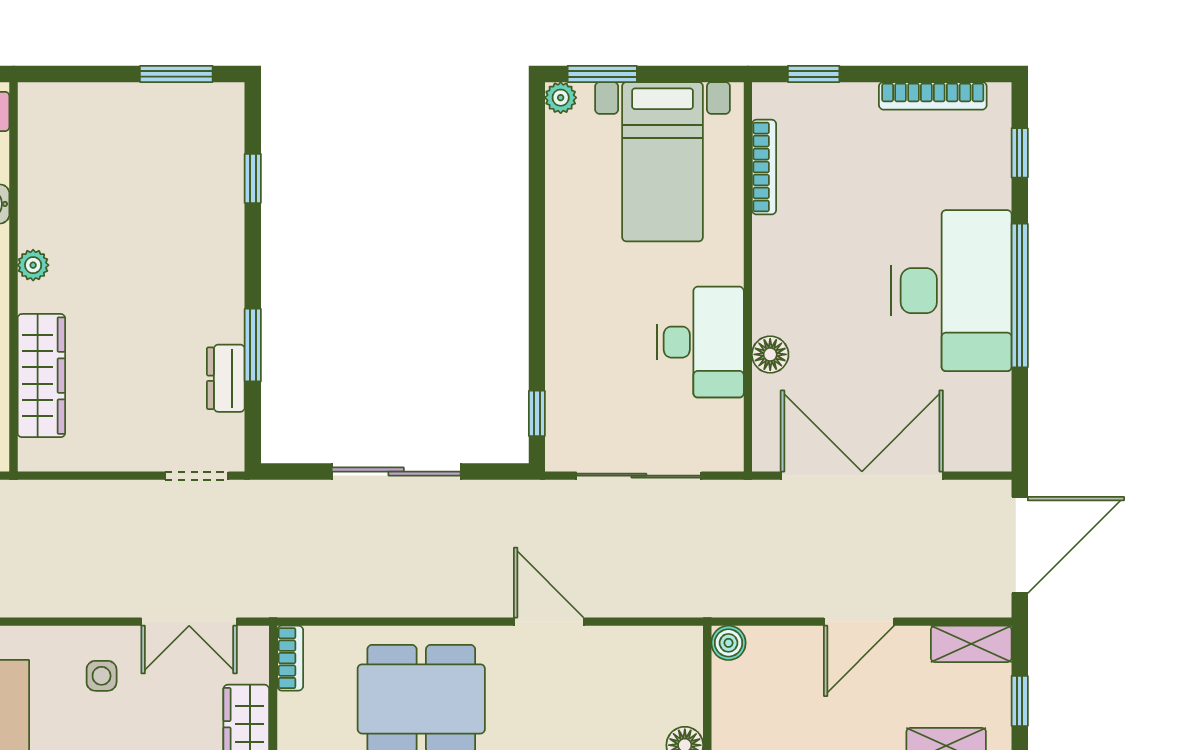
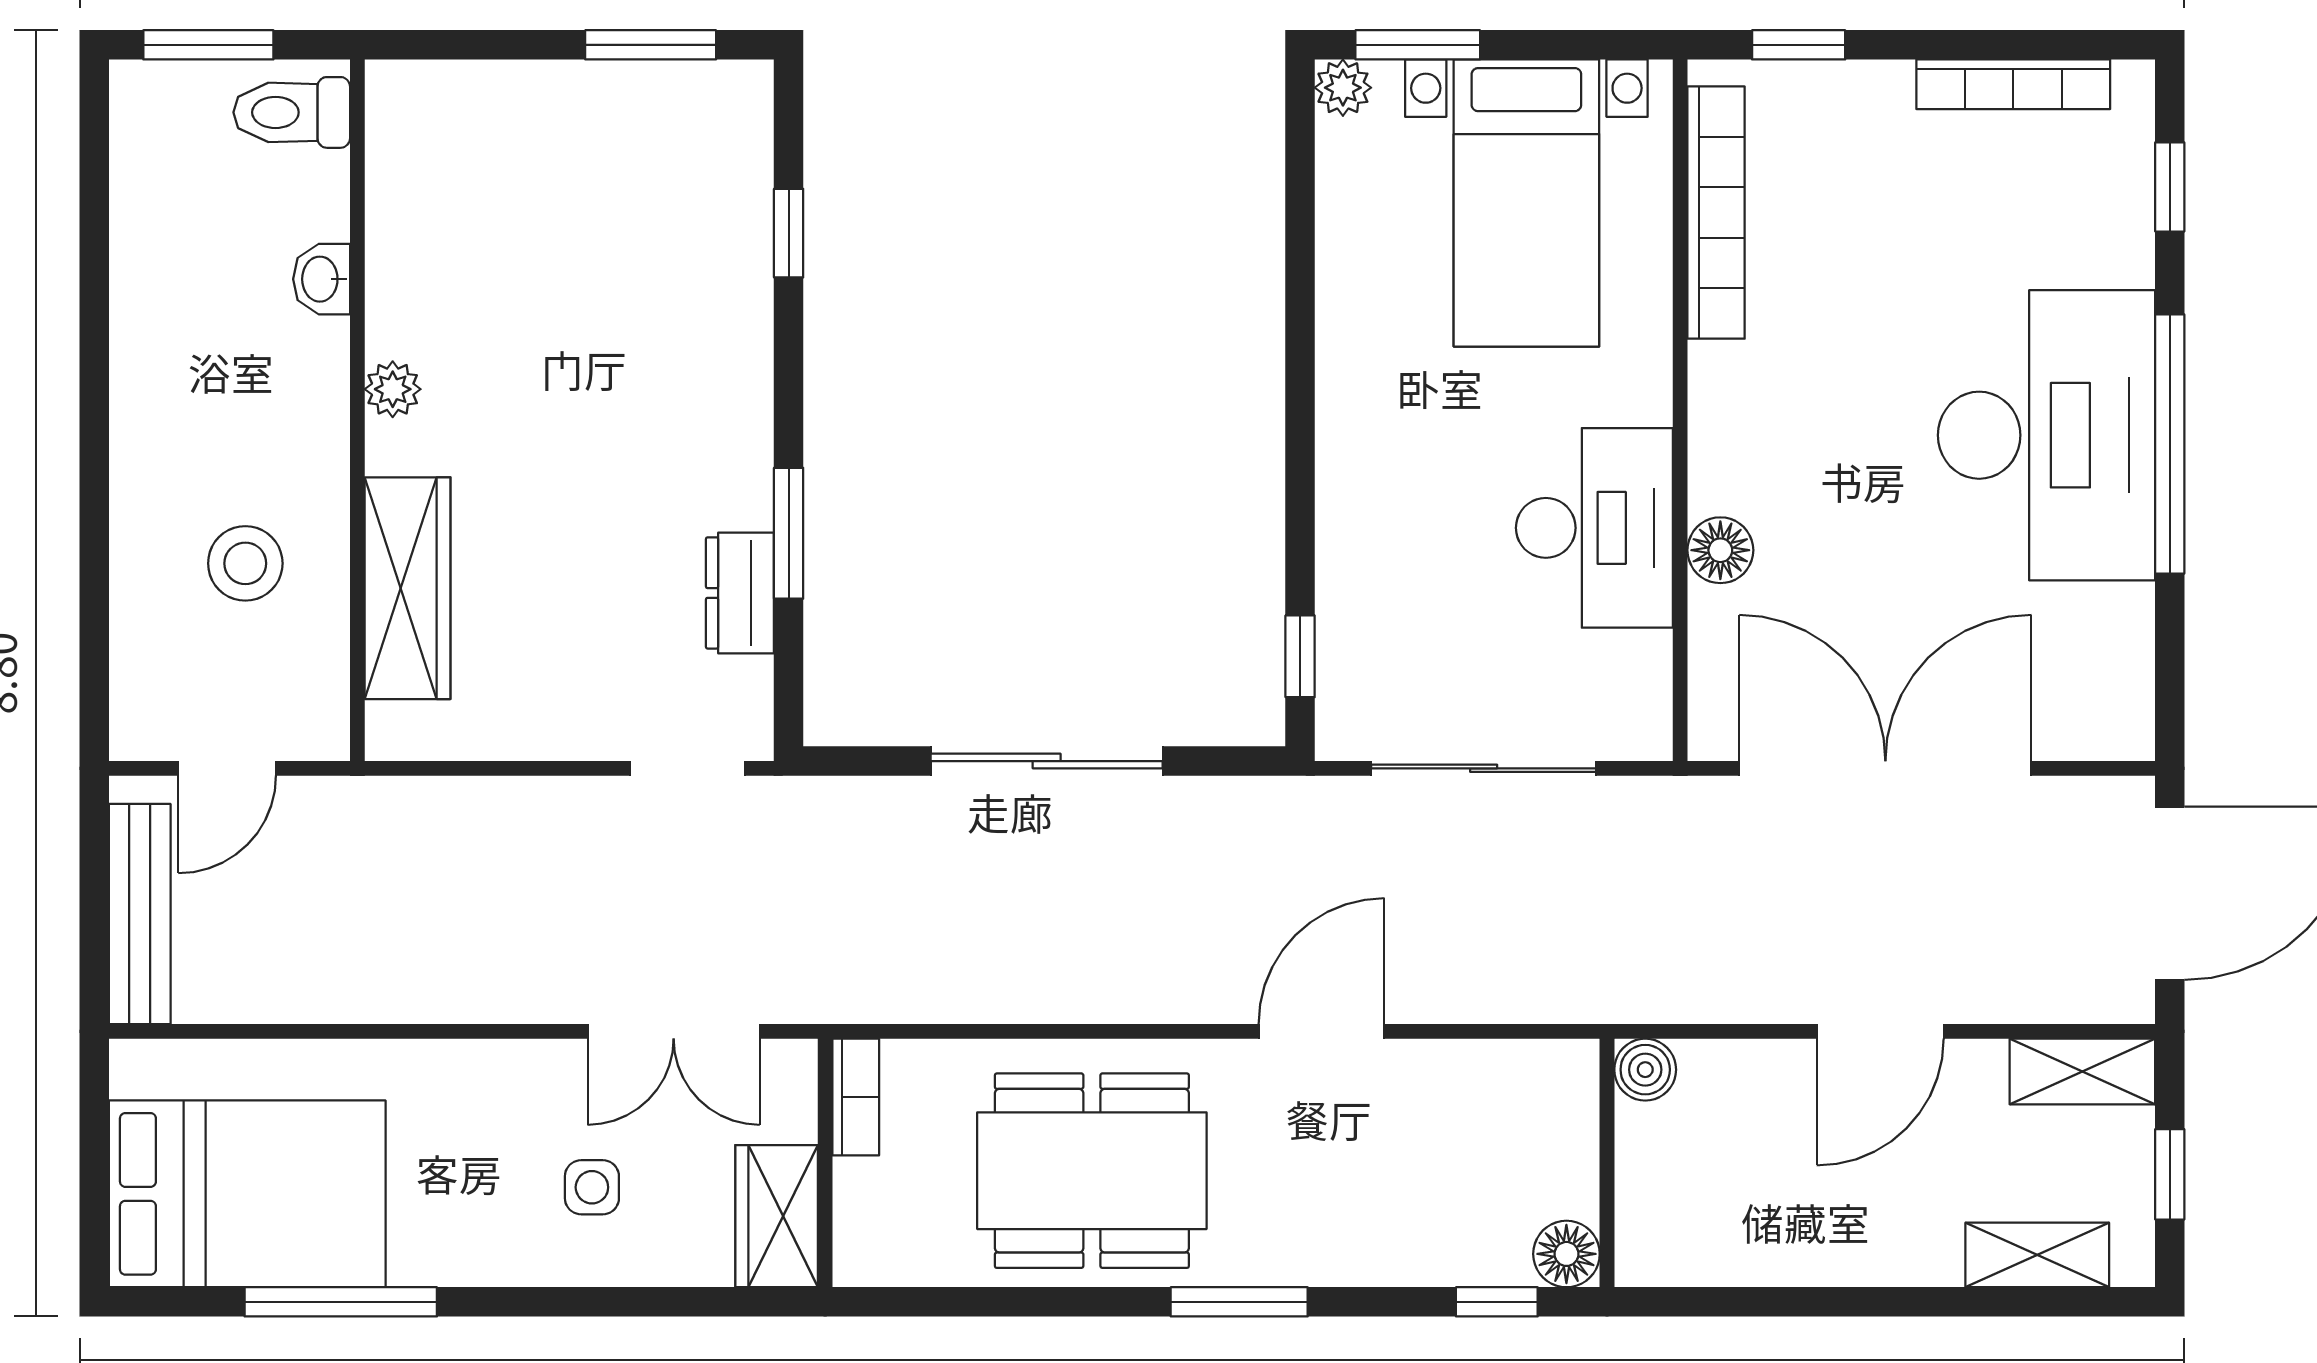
bookcase: (764, 167) -> (1716, 213), width x1.48, depth x1.31
door: (549, 622) -> (1322, 1031), hinge flipped
side table: (102, 676) -> (592, 1187), moved

